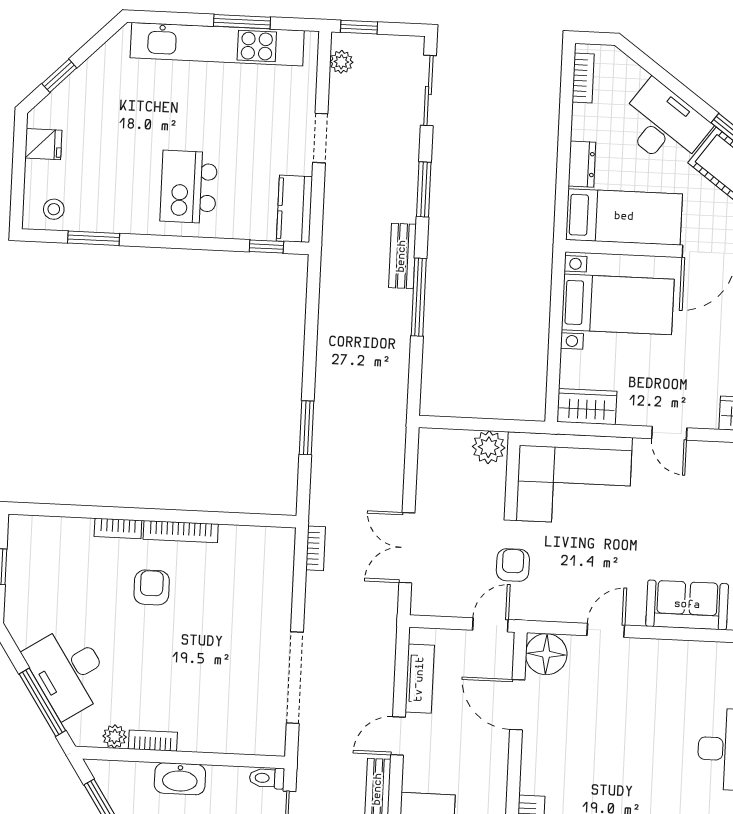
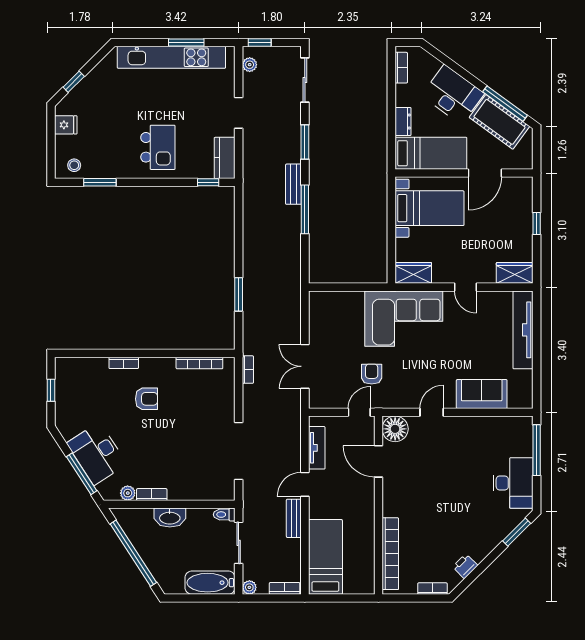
kitchen island: (189, 187) -> (158, 147), turned 180
plant: (489, 447) -> (353, 301), removed
bookcase: (181, 532) -> (199, 363), moved
armchair: (152, 587) -> (146, 399), turned 90

